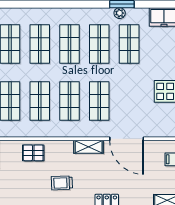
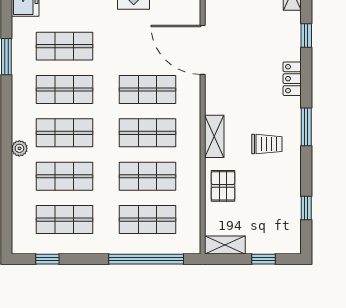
plant: (120, 13) -> (19, 148), moved
door: (127, 139) -> (203, 50), swing flipped
shelving: (89, 147) -> (214, 136), moved
trolley: (62, 183) -> (267, 144), turned -88

